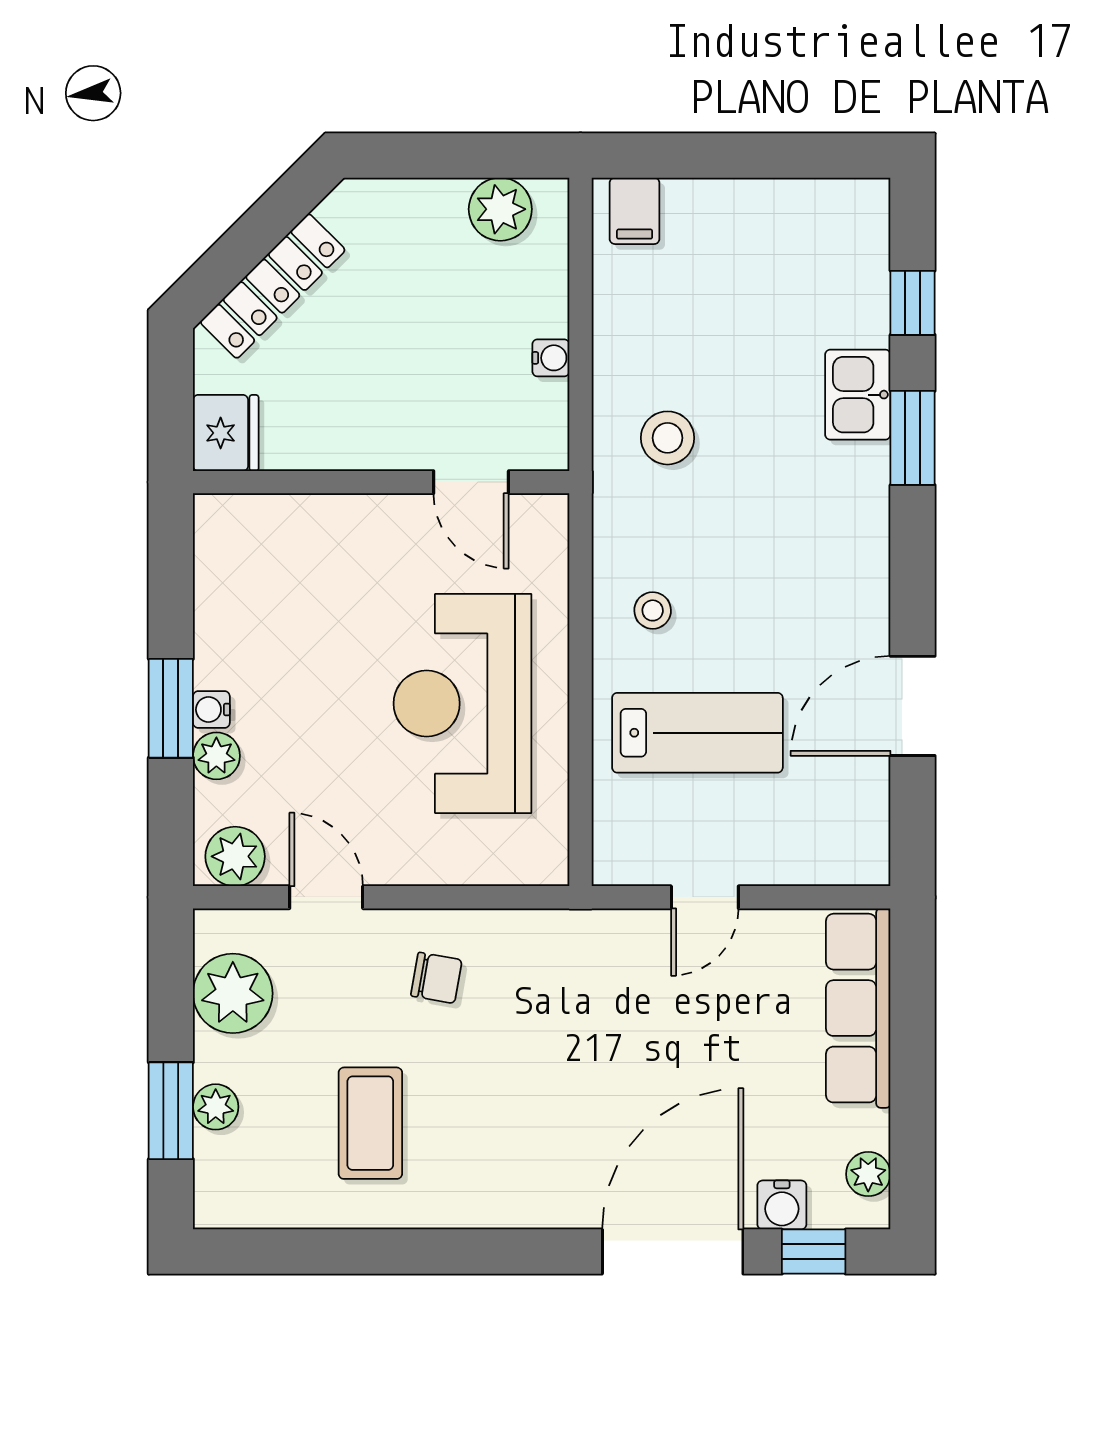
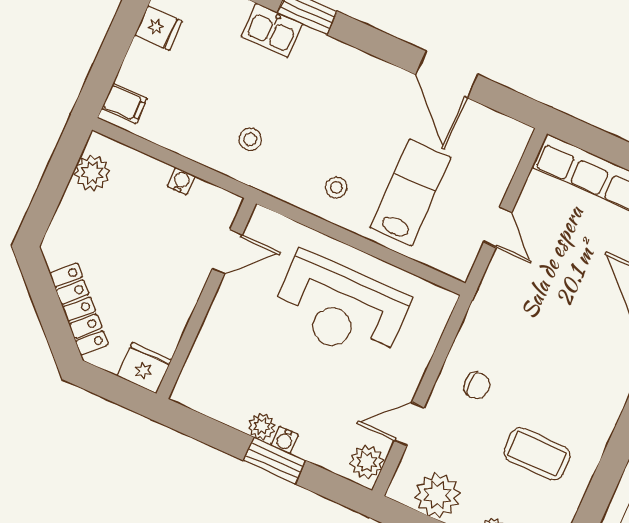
fridge: (780, 211) -> (159, 28), added
stool: (668, 438) -> (250, 139), width x0.73, depth x0.73
plant: (216, 756) -> (262, 426), moved
chair: (436, 978) -> (477, 386), turned 80

